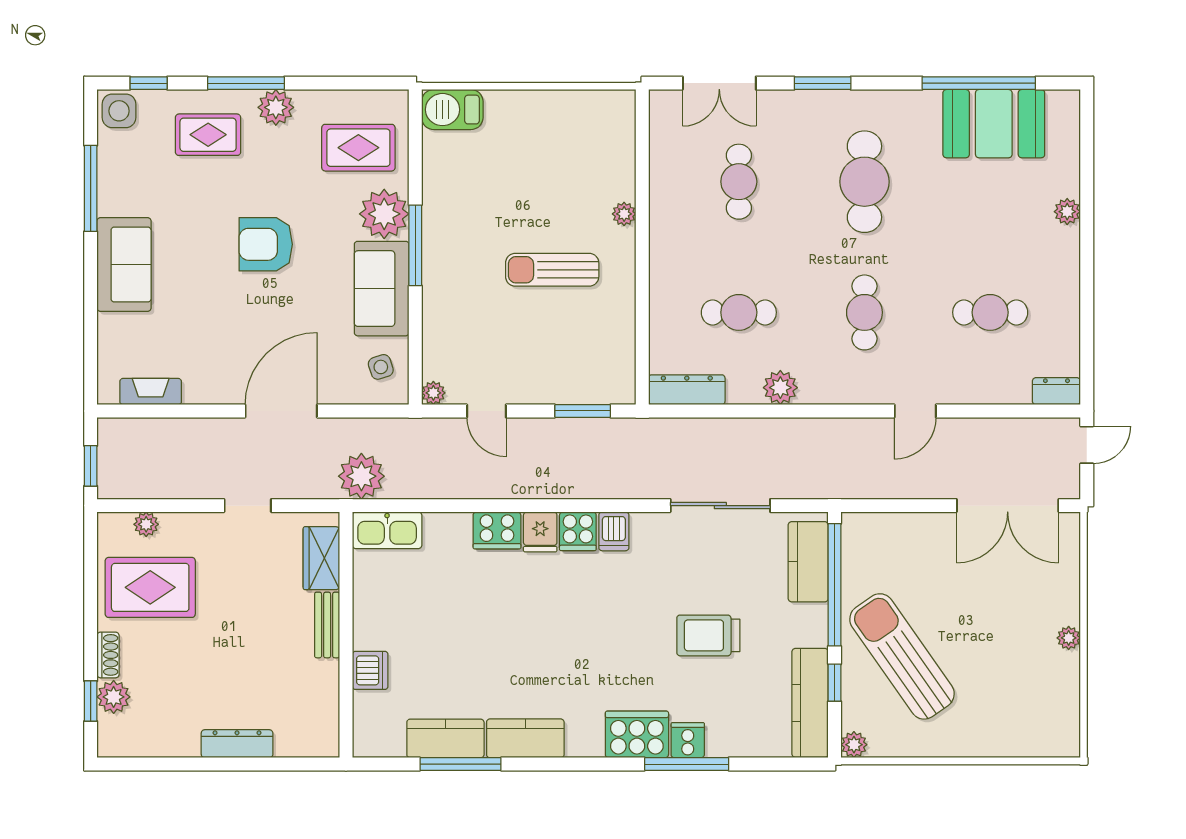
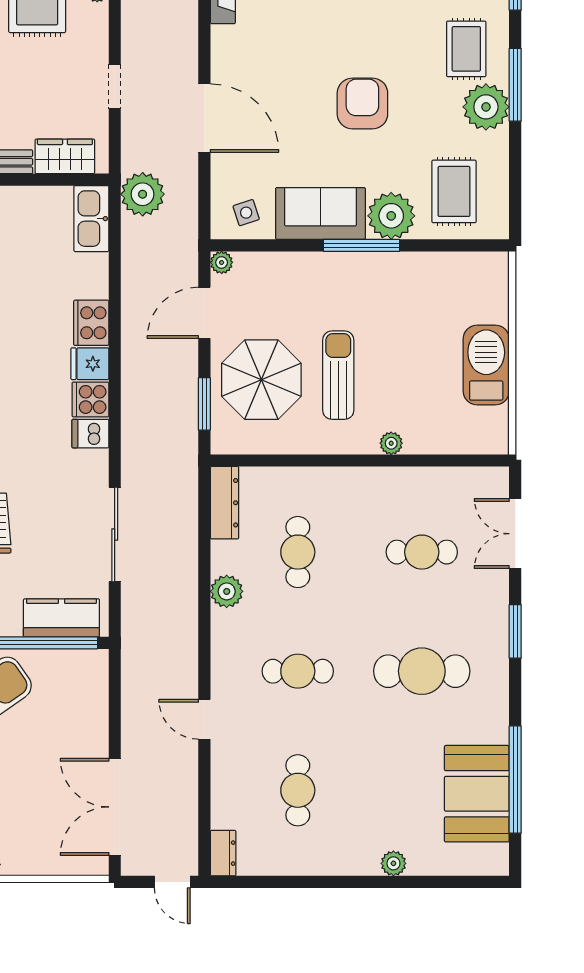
plant: (276, 107) -> (486, 107), width x1.36, depth x1.36
barbecue: (452, 110) -> (486, 365), moved, width x1.37, depth x1.21
parasol: (557, 351) -> (261, 380), added
door: (486, 411) -> (204, 313), width x1.38

